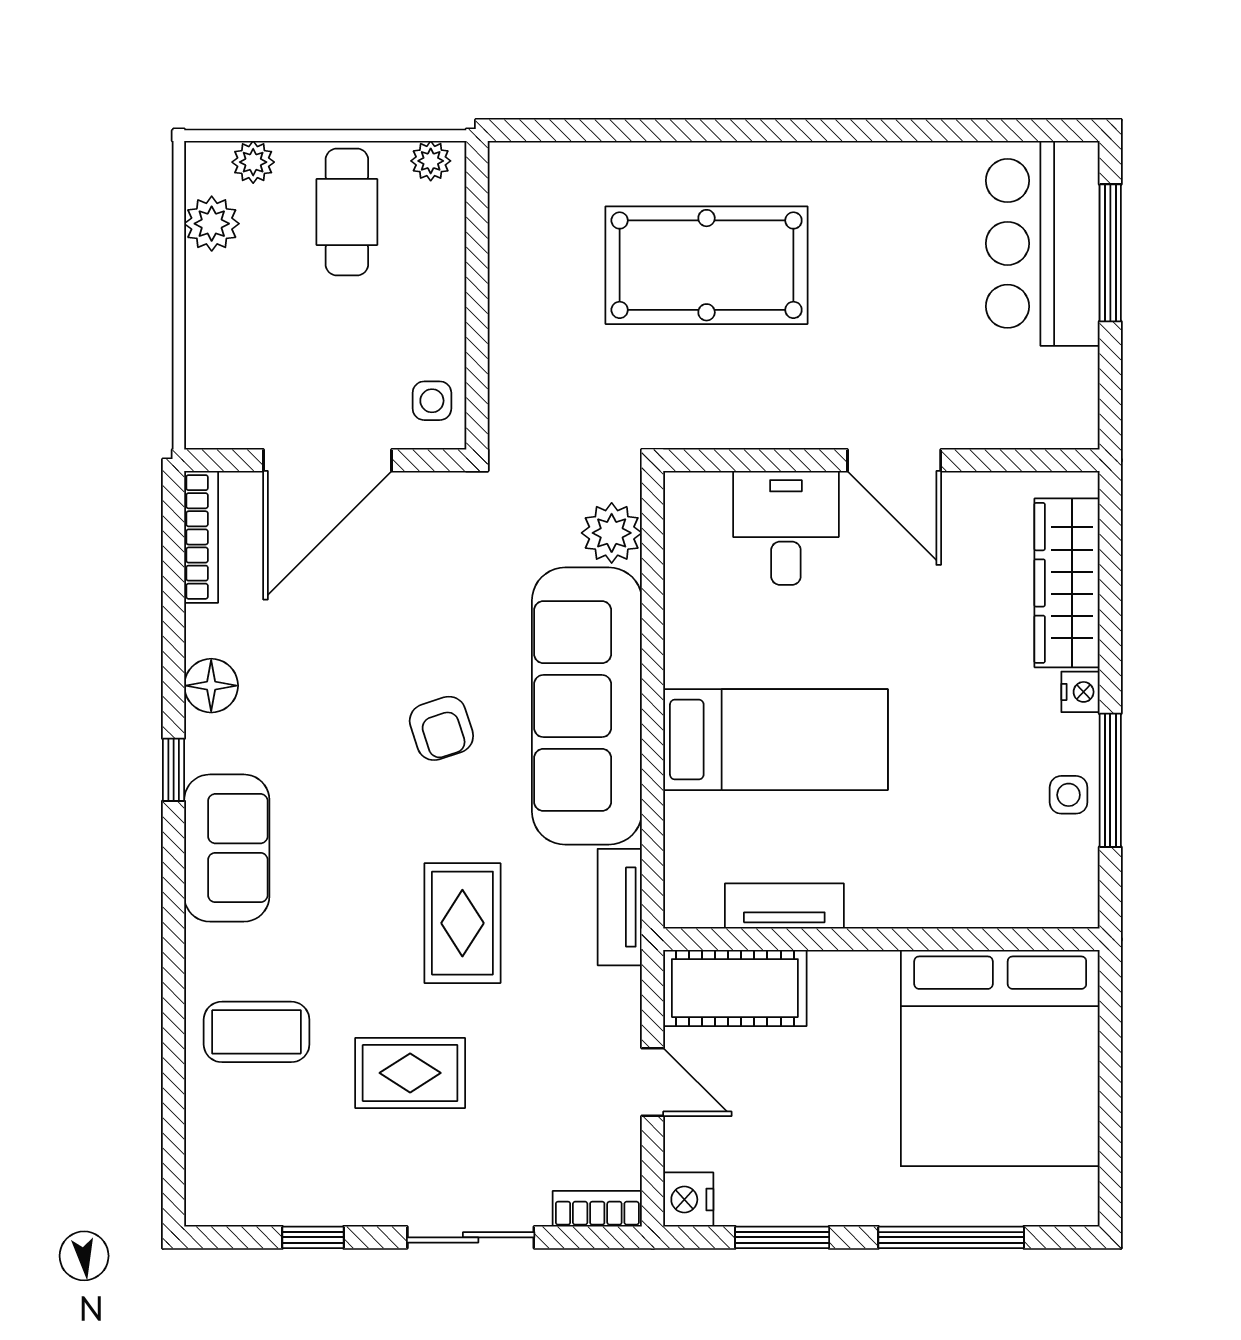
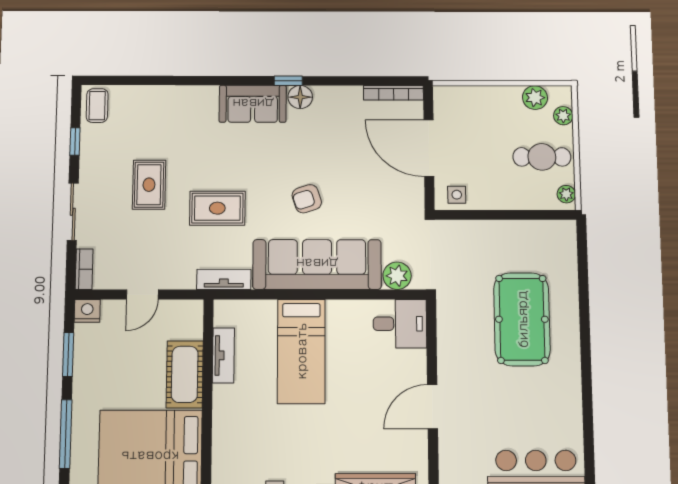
desk: (786, 528) -> (400, 324), moved
floor lamp: (211, 686) -> (300, 97), moved
cot: (735, 988) -> (185, 374), moved
coffee table: (257, 1032) -> (97, 106), moved, width x0.73, depth x0.77

